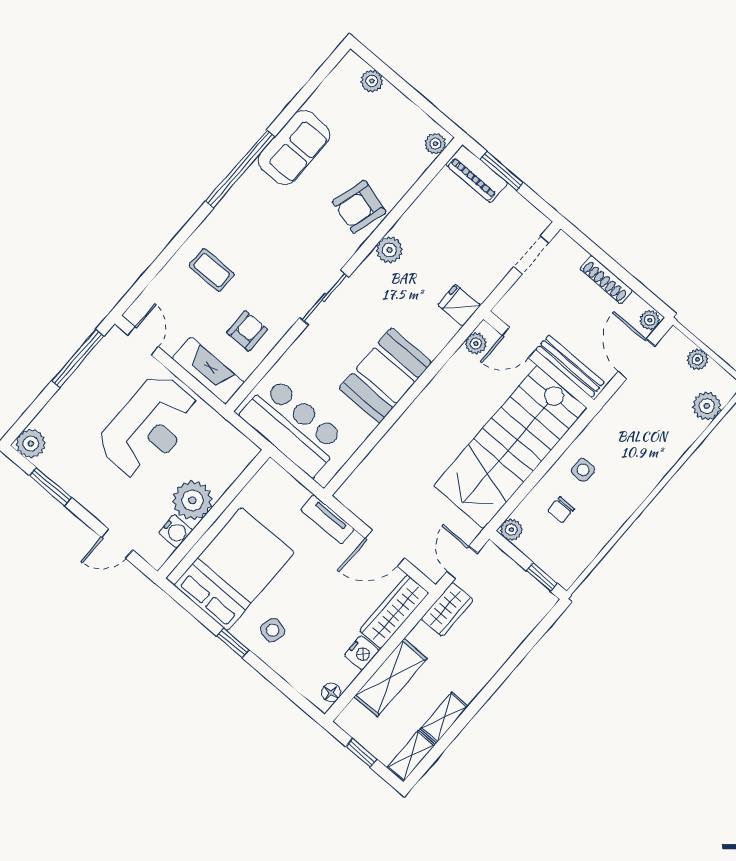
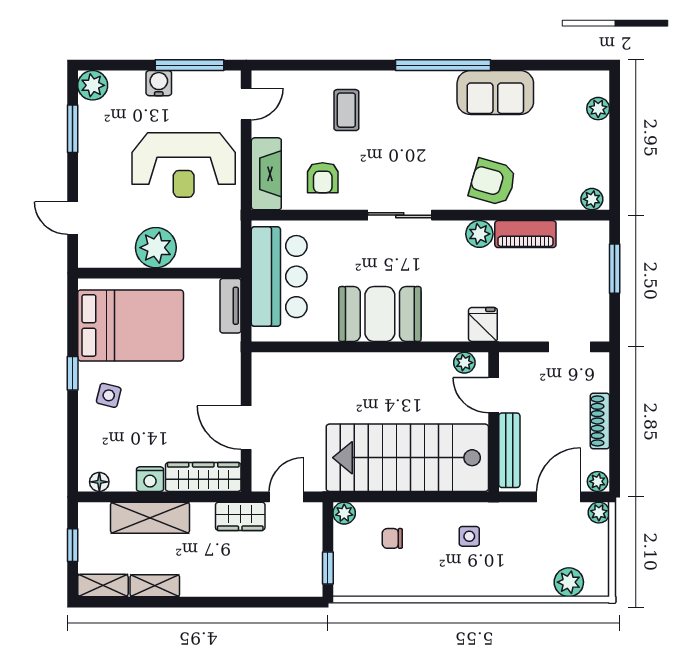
piano: (477, 174) -> (525, 234), moved, turned -90
armchair: (247, 331) -> (323, 178), turned 90
plant: (698, 359) -> (599, 513), moved
side table: (583, 470) -> (469, 536), moved
tv unit: (327, 519) -> (231, 306), moved
water cooler: (176, 531) -> (159, 83), moved, turned 180

